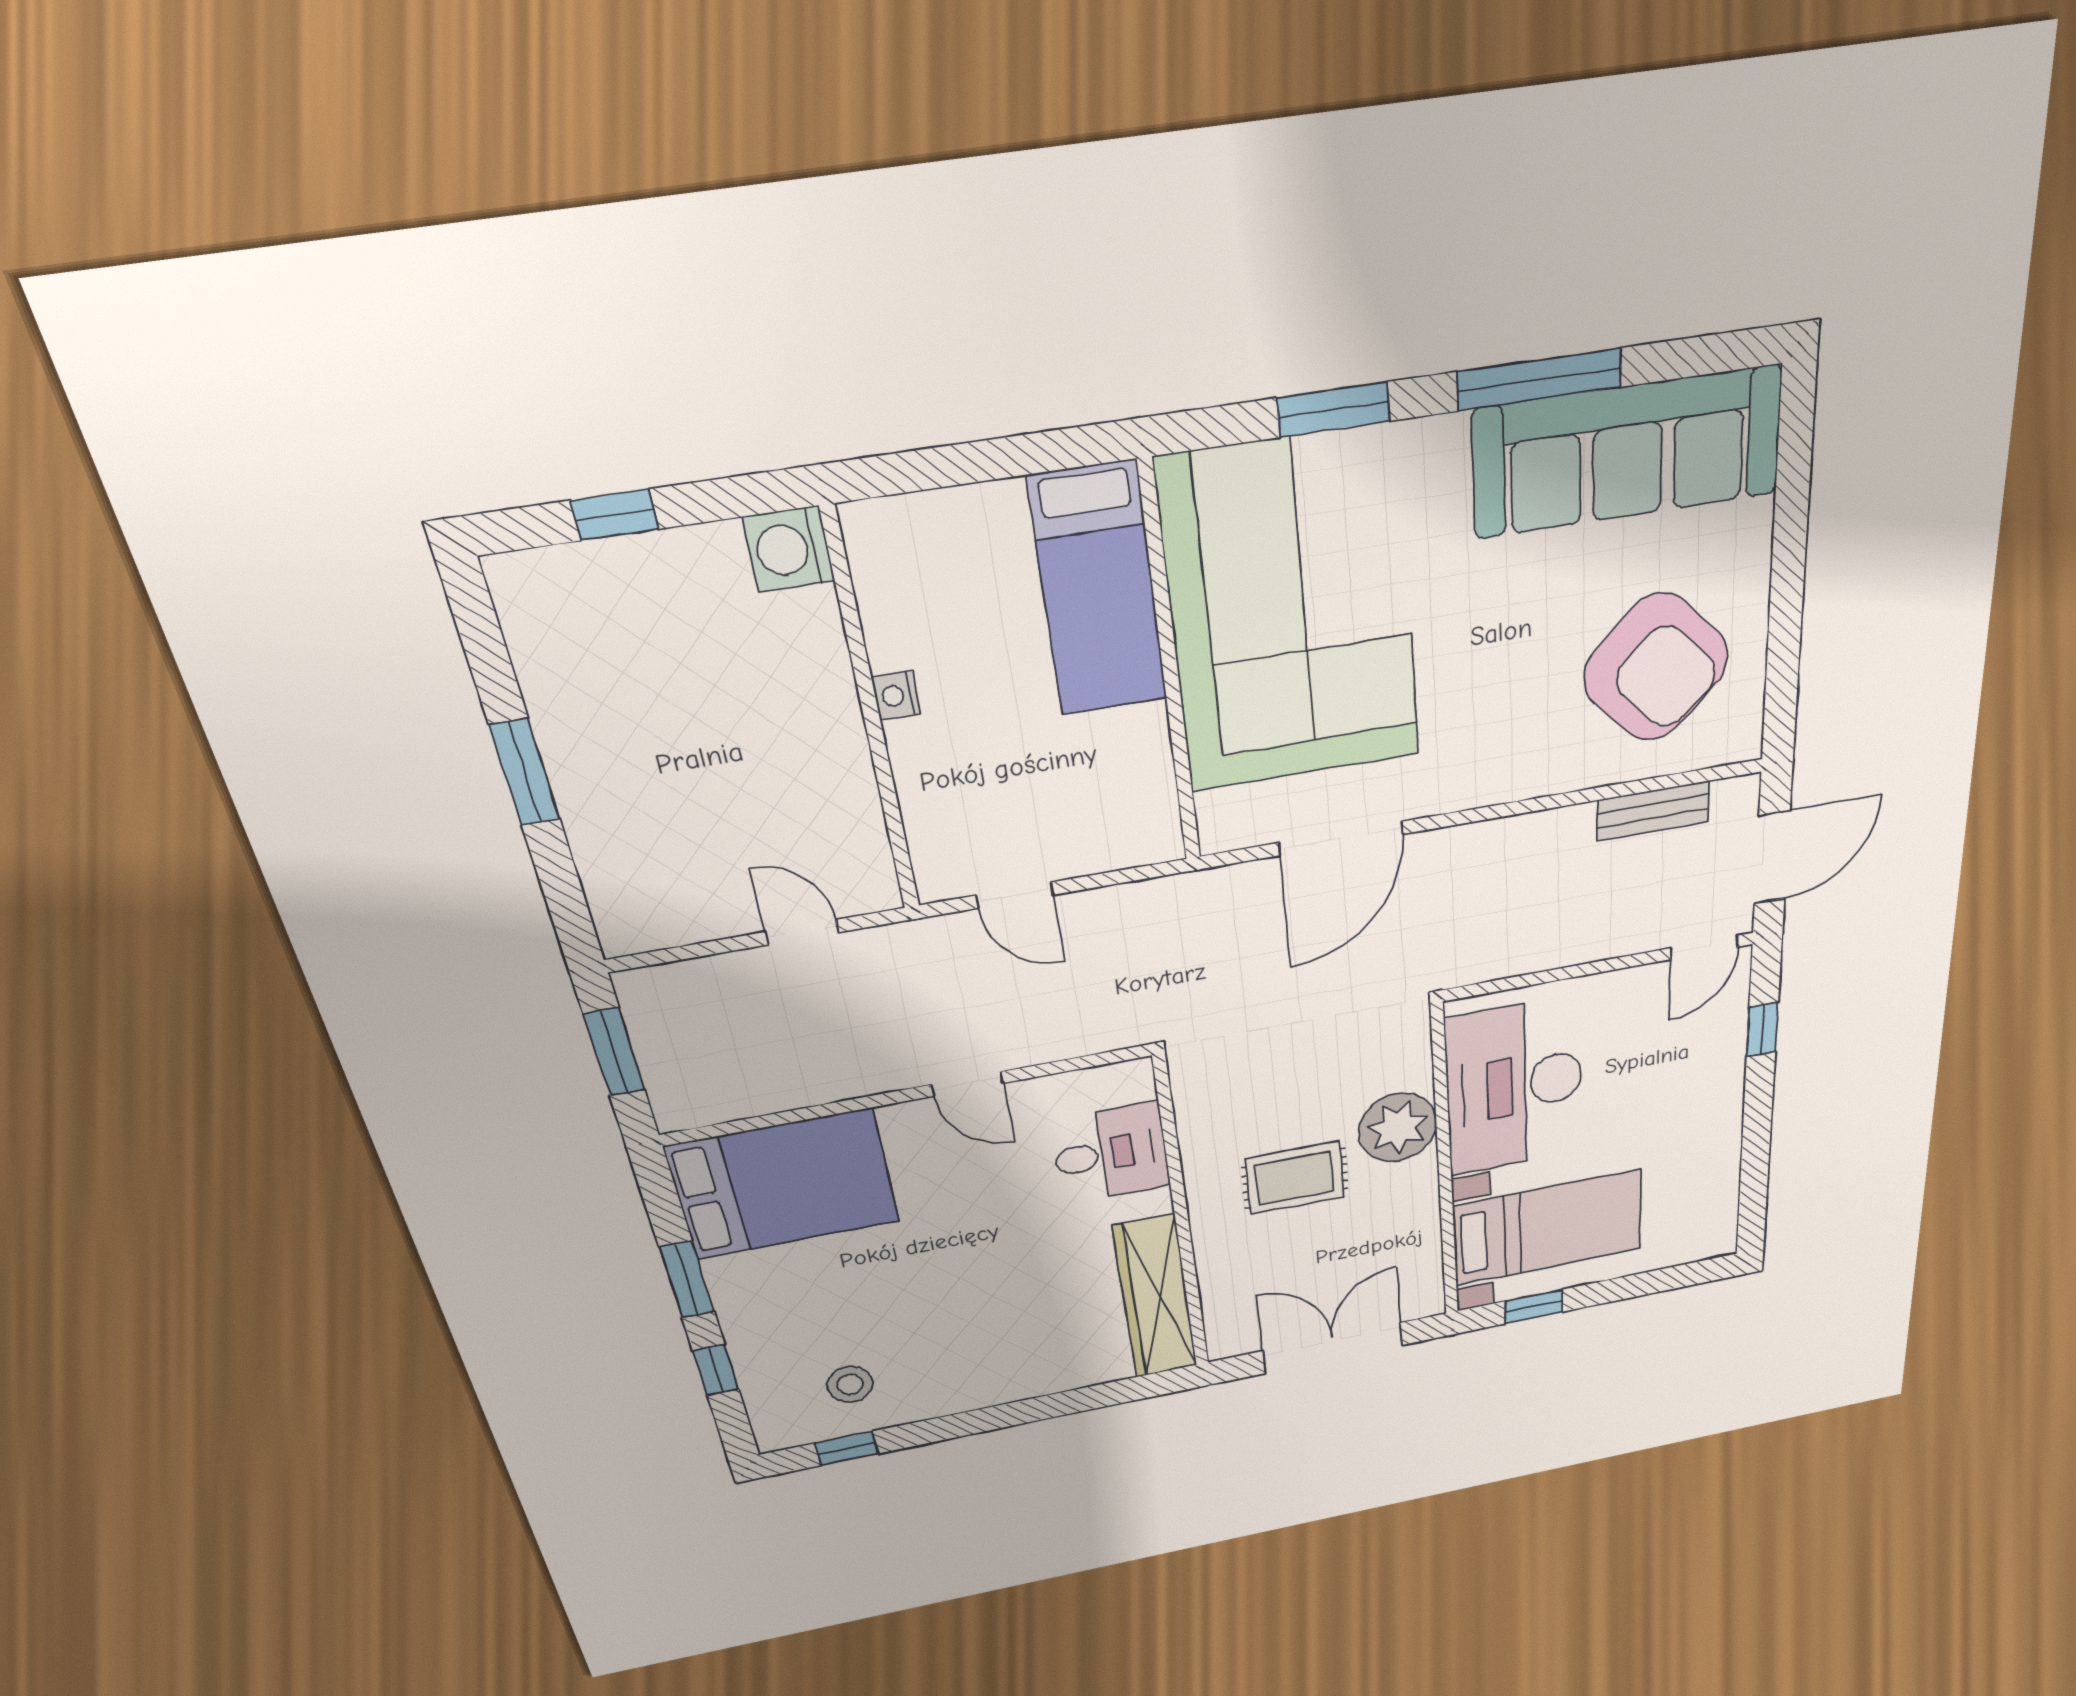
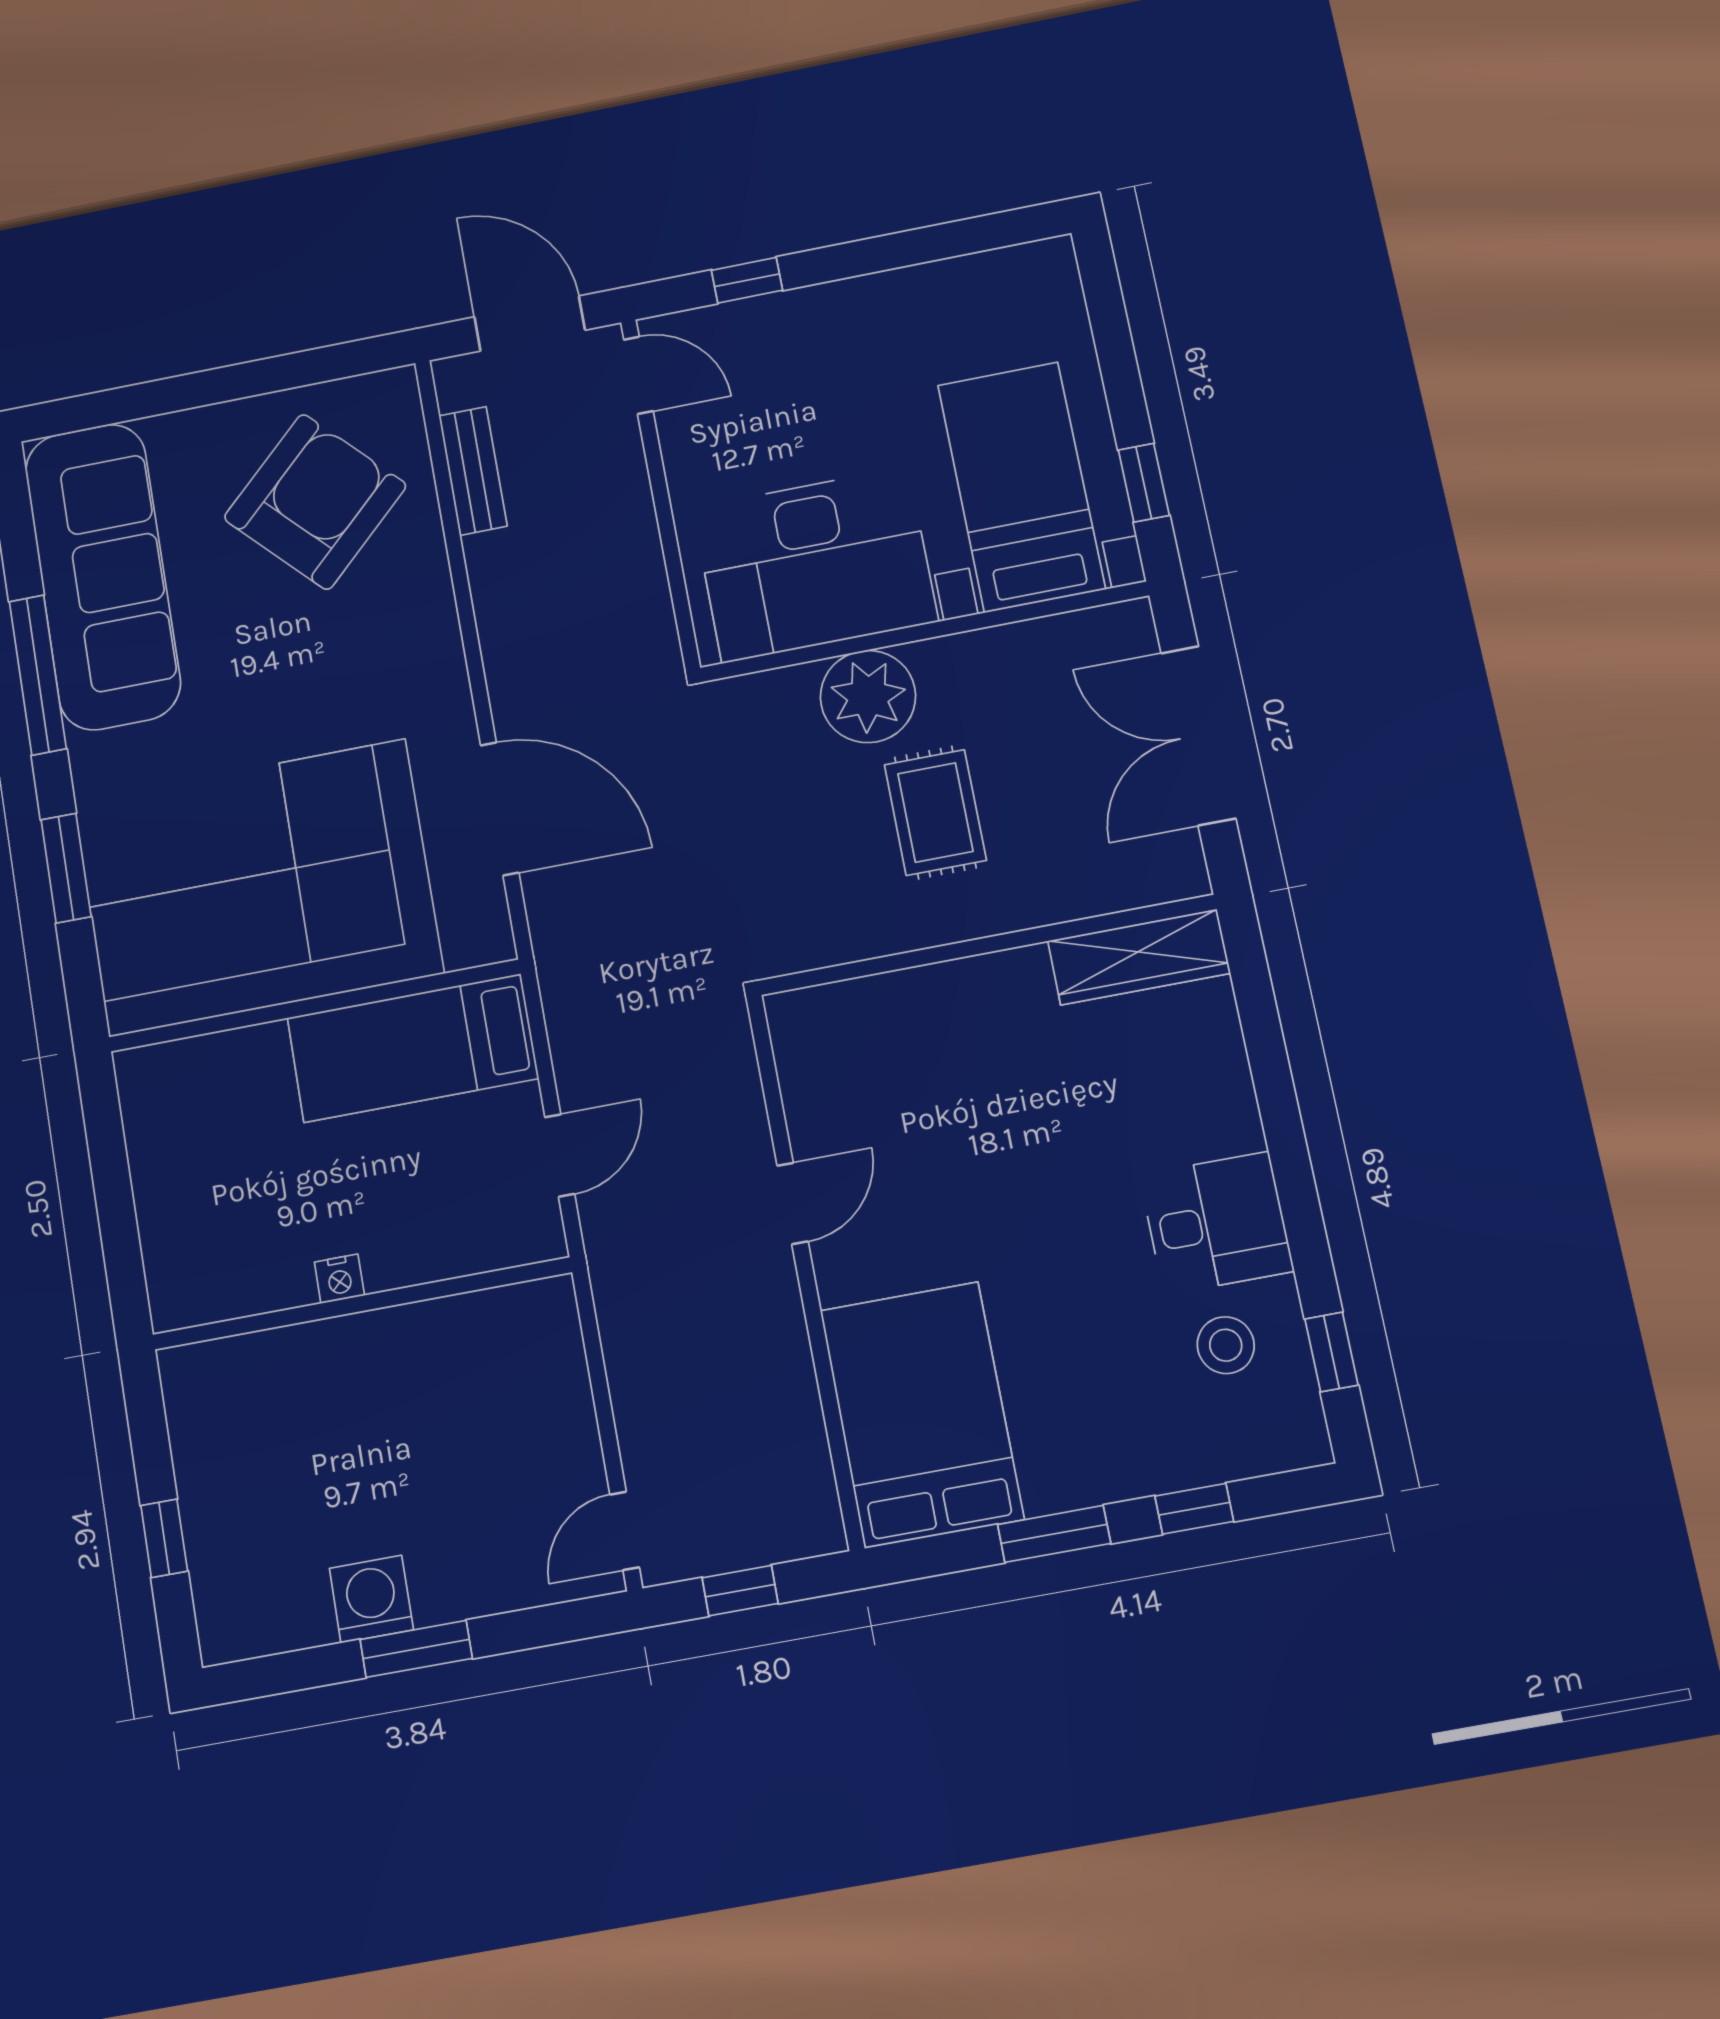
washing machine: (789, 549) -> (371, 1599), moved, turned 180
bed: (1098, 590) -> (413, 1048), moved, turned 180
door: (802, 932) -> (625, 1531), moved
window: (614, 1052) -> (740, 1591), width x0.67
desk: (1111, 1153) -> (1216, 1223), moved, turned 90
wardrobe: (1155, 1297) -> (1139, 957), width x0.71, depth x0.85

